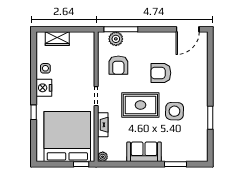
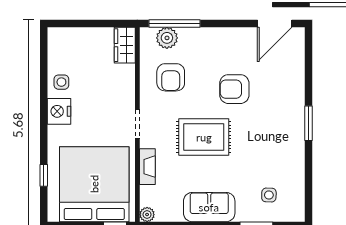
wardrobe: (57, 39) -> (125, 45), moved, turned 90
side table: (174, 111) -> (269, 195), moved, width x0.54, depth x0.54
window: (34, 112) -> (44, 175), moved
window: (210, 118) -> (308, 123), moved

